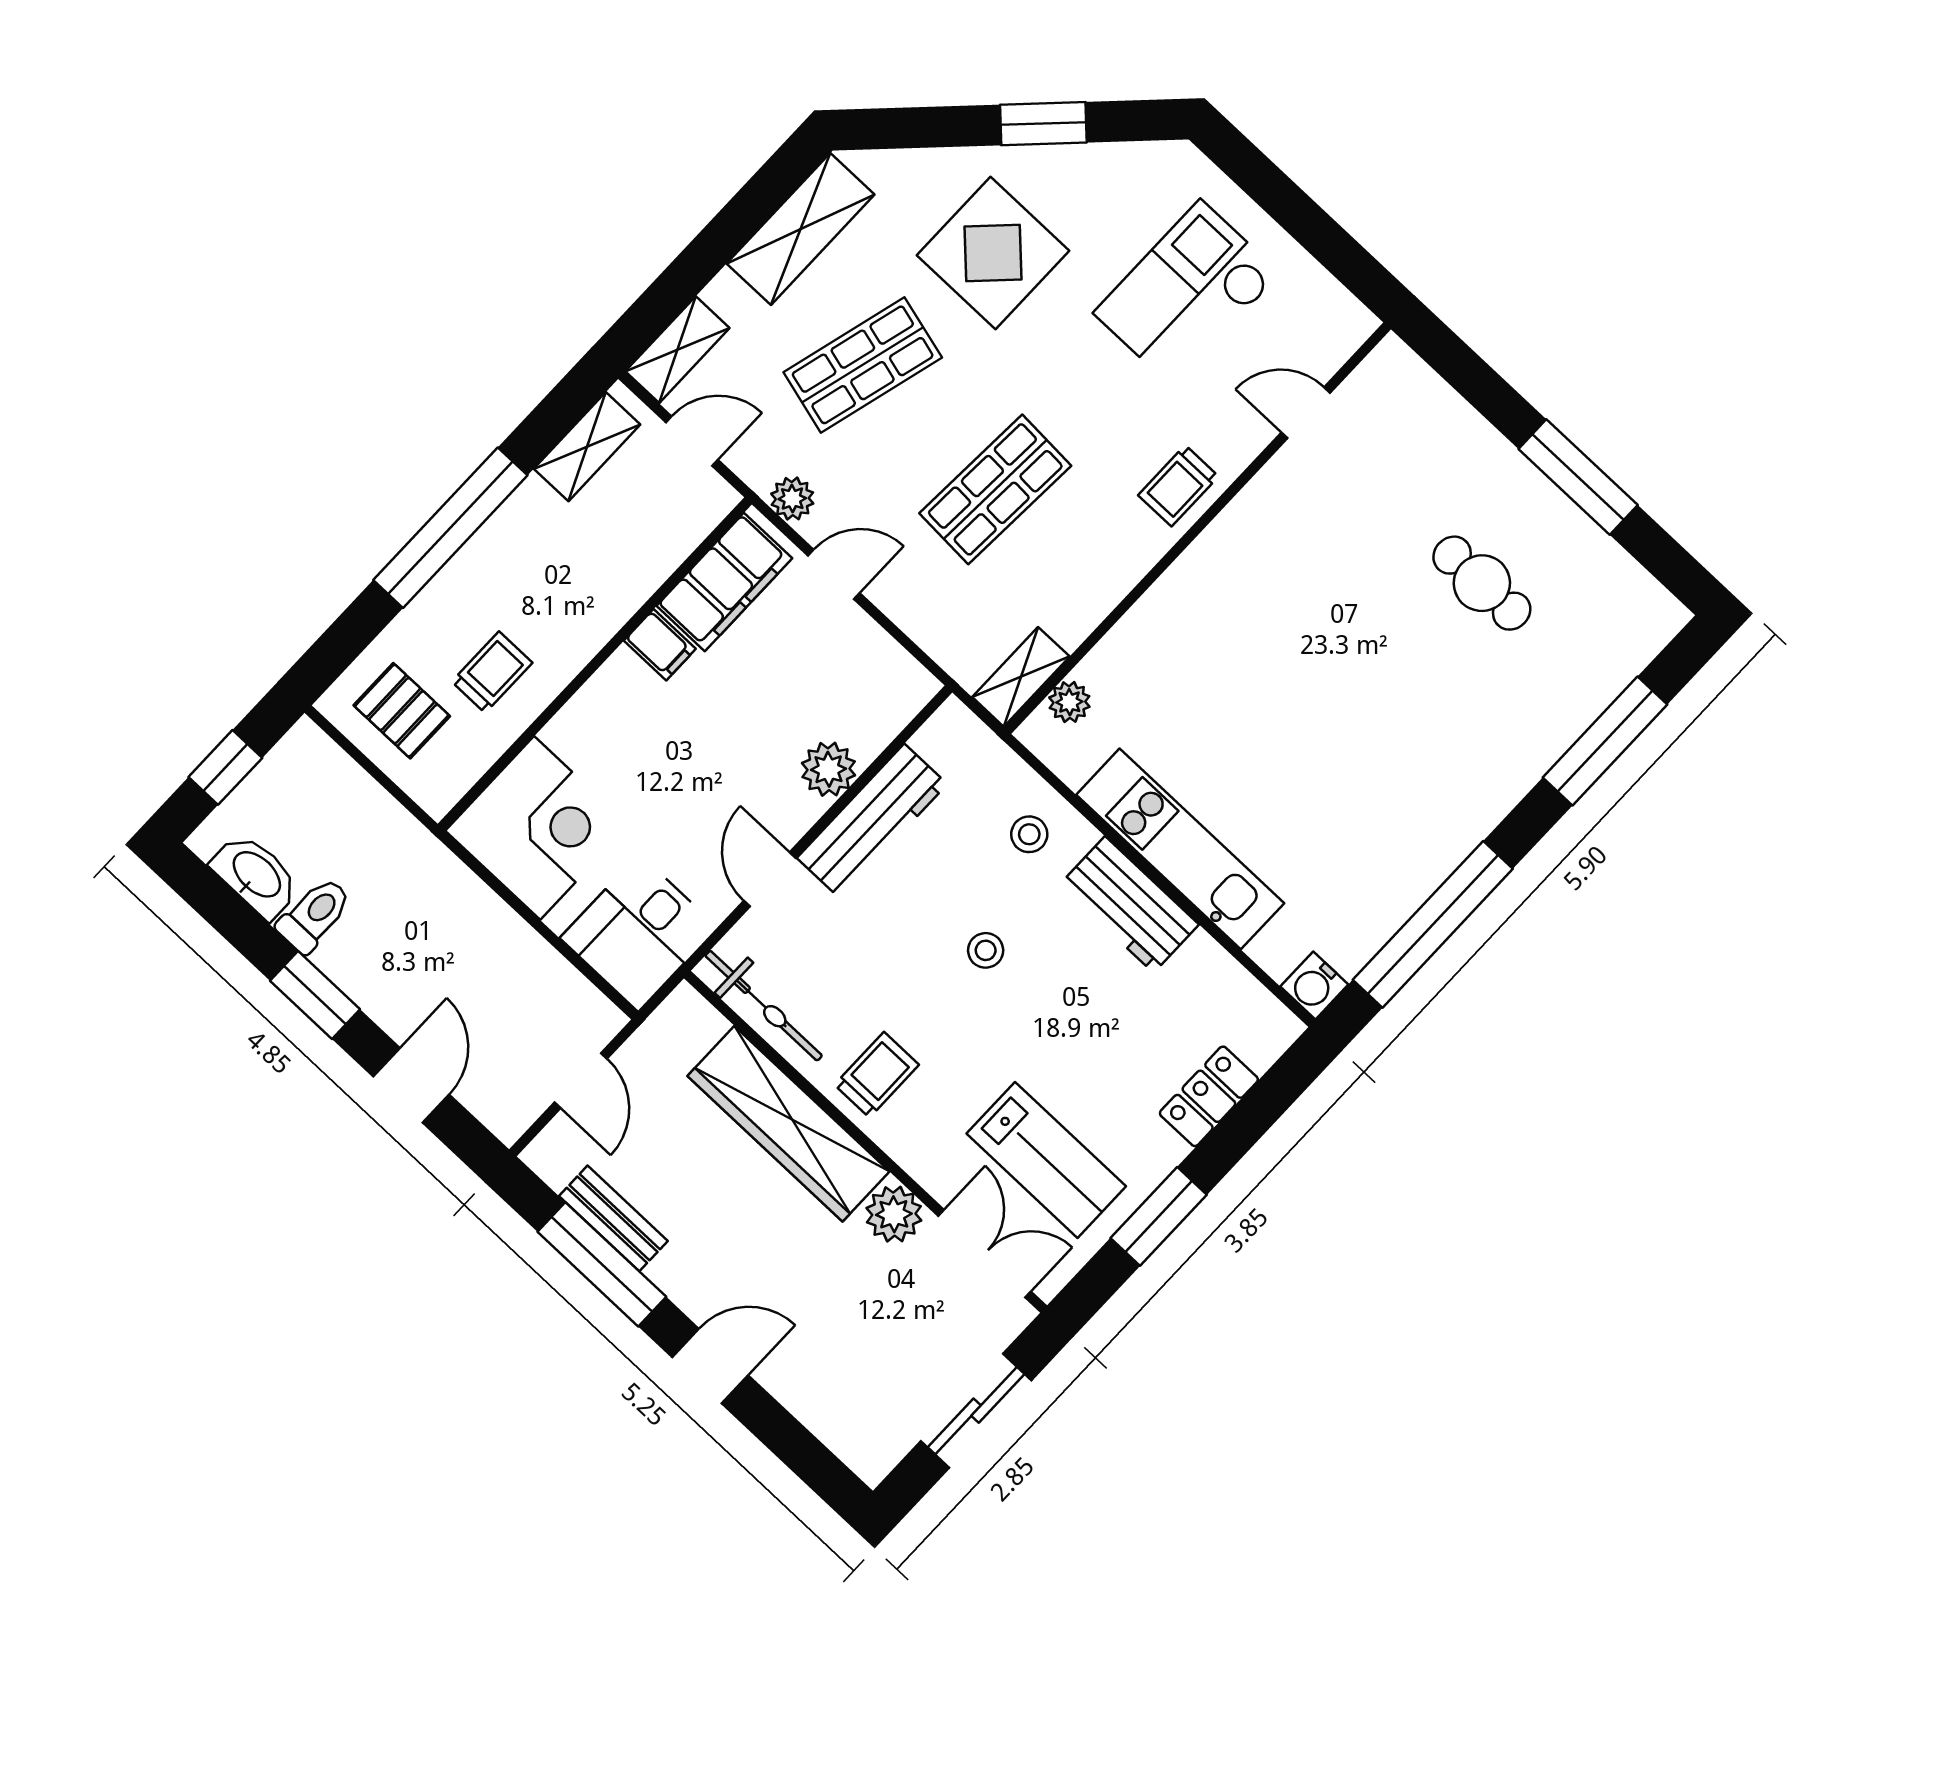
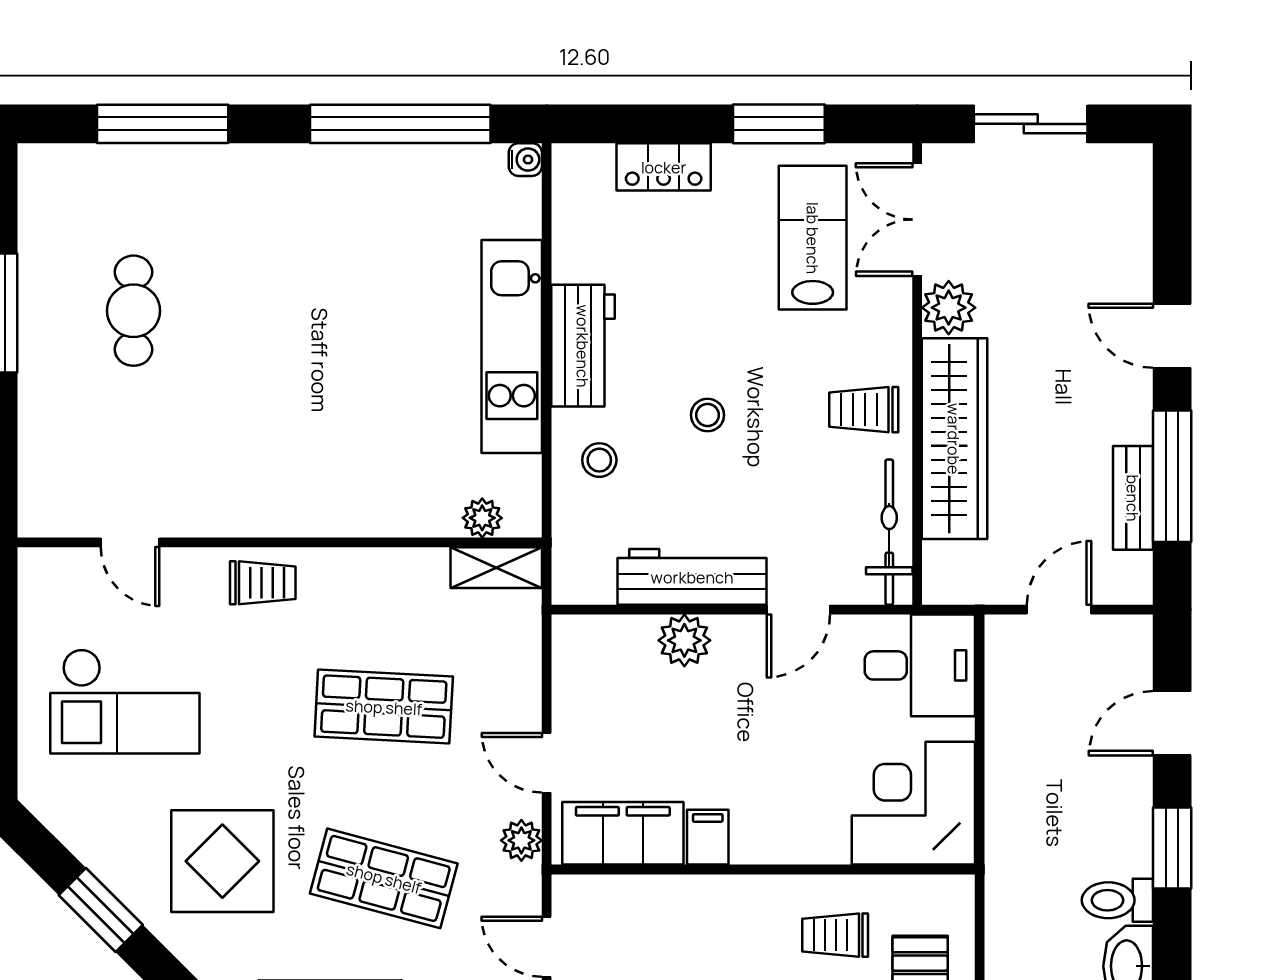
water cooler: (1314, 985) -> (525, 160), width x0.72, depth x0.72

